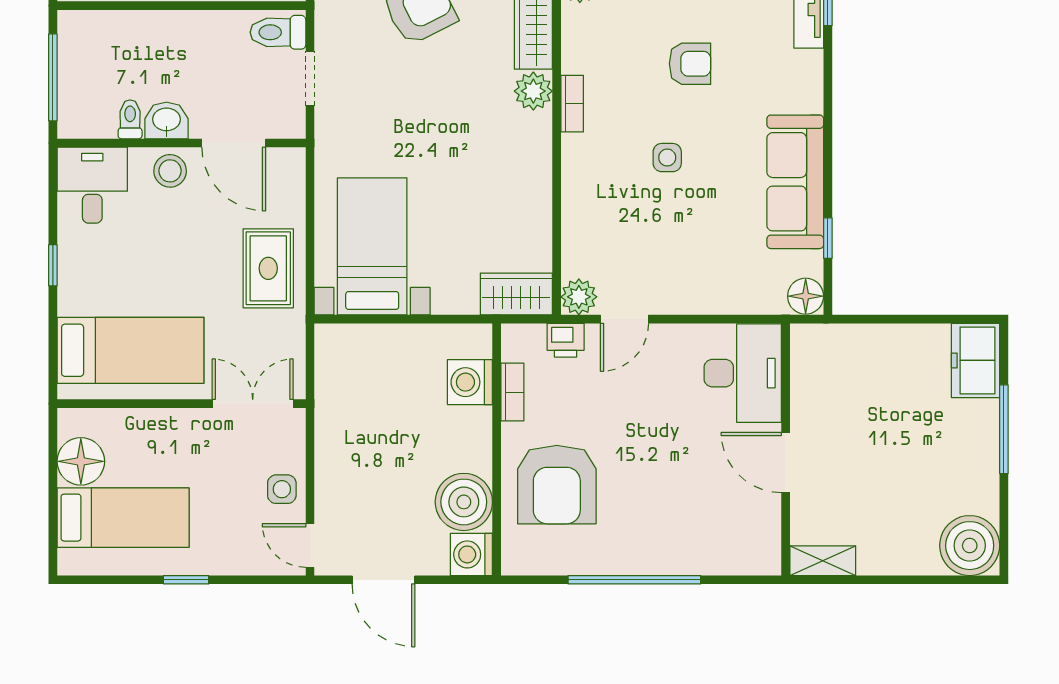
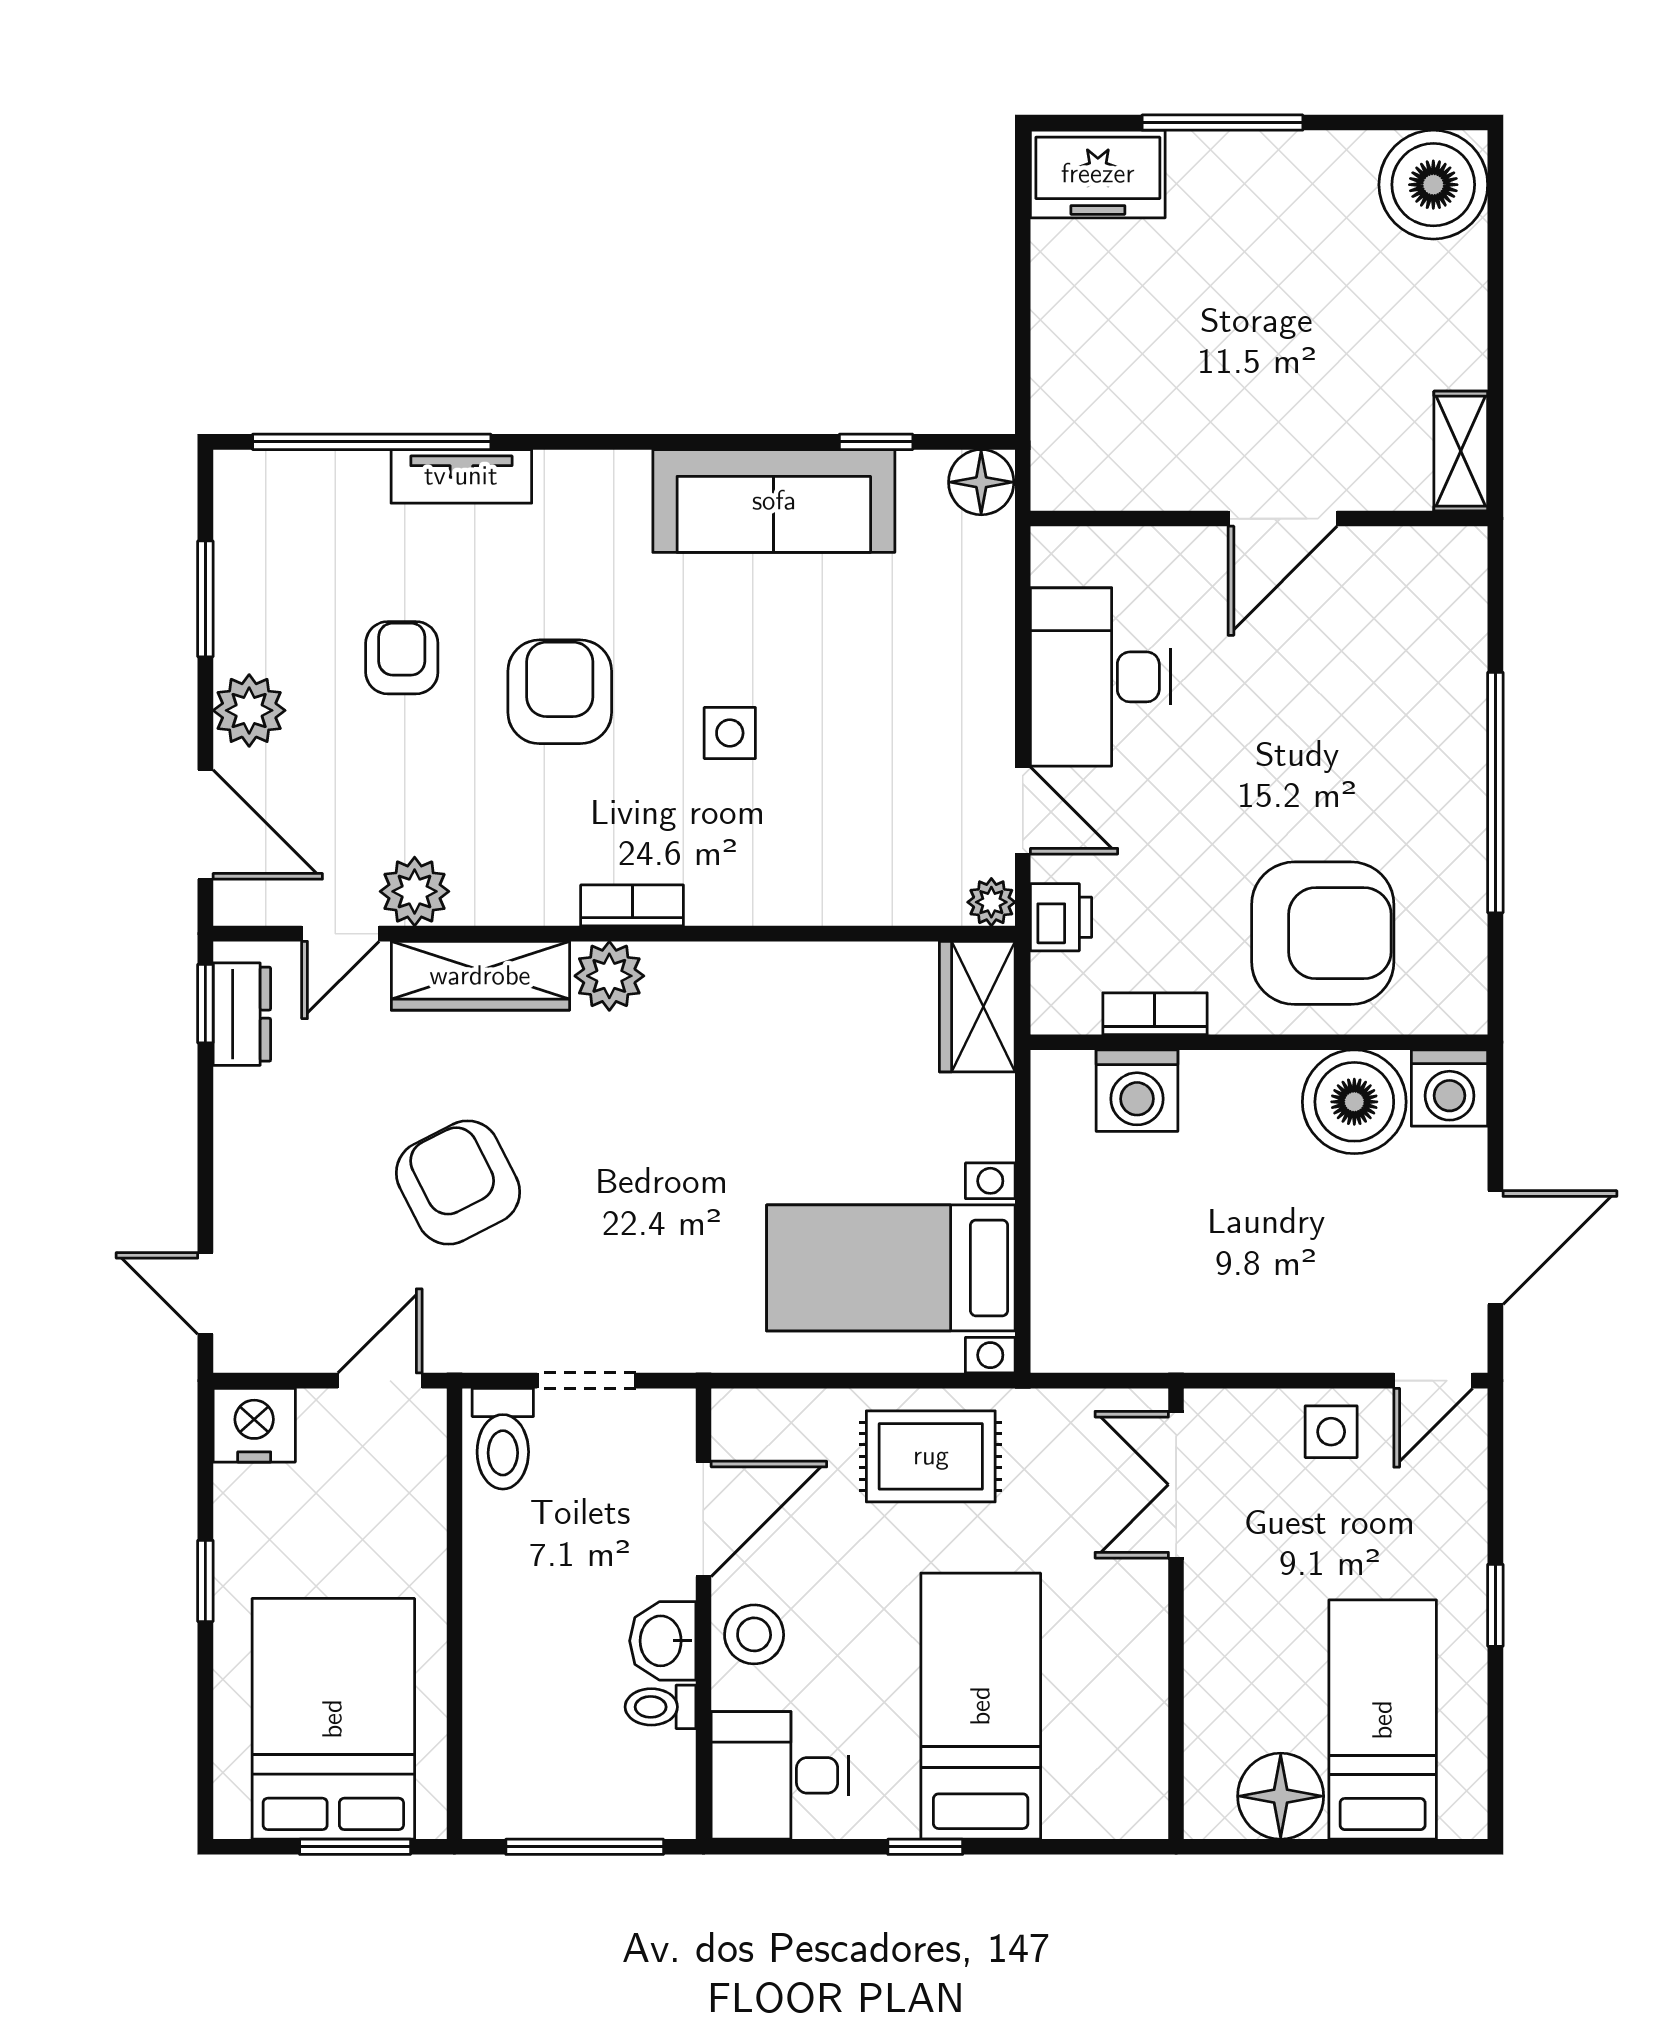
armchair: (690, 64) -> (560, 692), width x1.38, depth x1.38
plant: (579, 297) -> (991, 902), width x0.73, depth x0.73
bed: (130, 350) -> (981, 1706), moved
desk: (743, 373) -> (1100, 677), moved, turned -90

